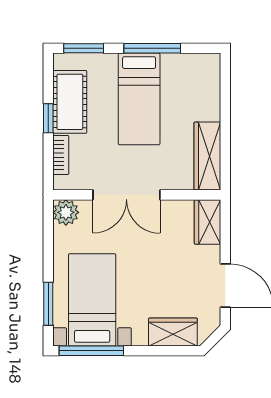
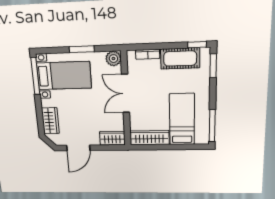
window: (152, 48) -> (212, 126), moved
bed: (139, 99) -> (182, 119), moved, turned 90
window: (48, 118) -> (197, 45), moved
window: (48, 304) -> (82, 49), moved

